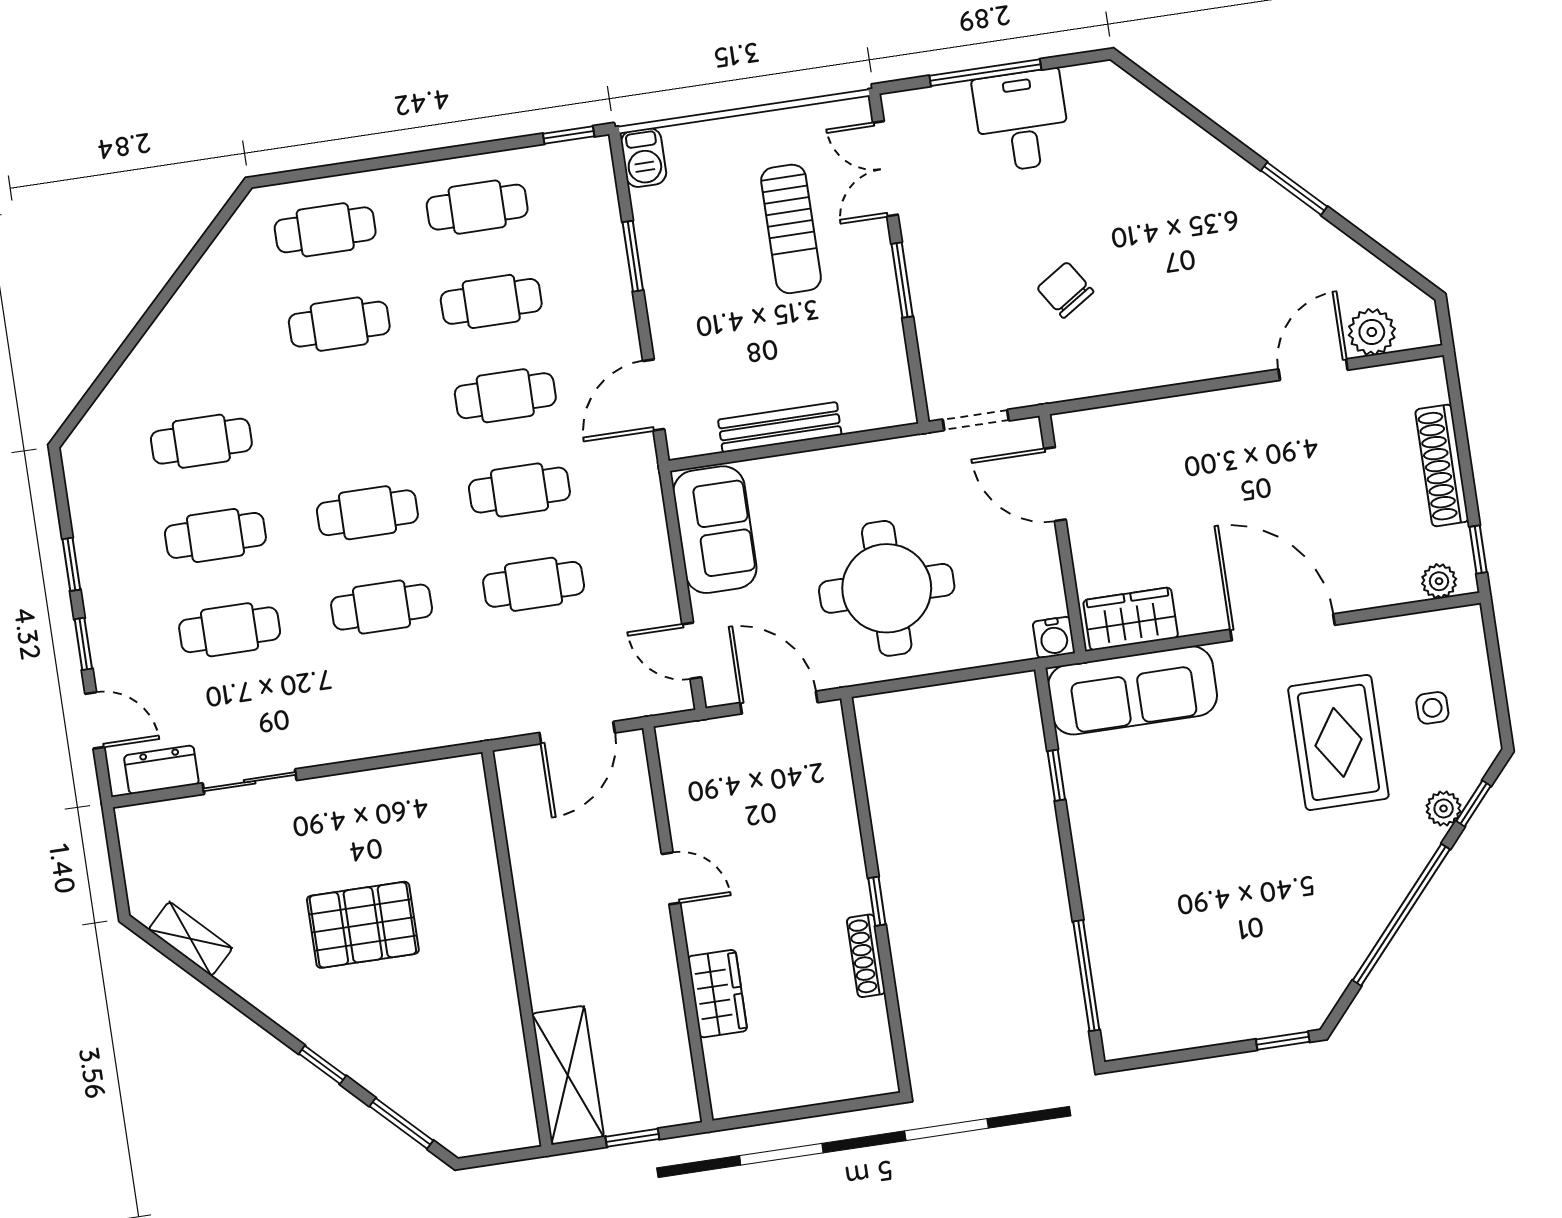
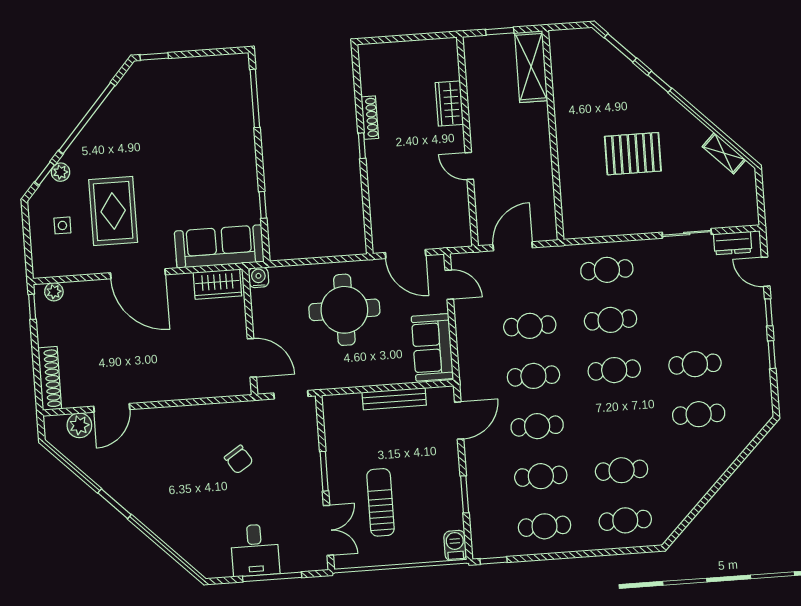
shoe rack: (1442, 465) -> (50, 378), moved
cafe table: (230, 630) -> (607, 270), moved

